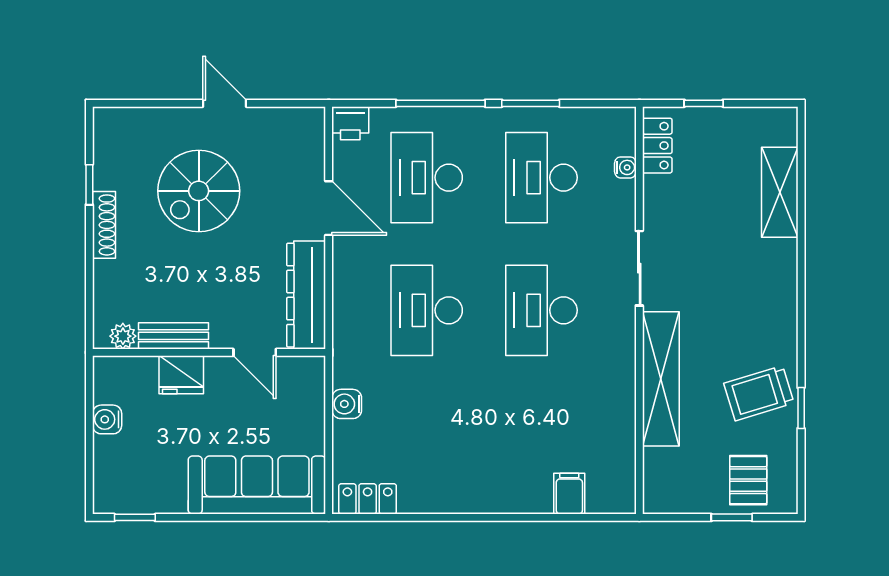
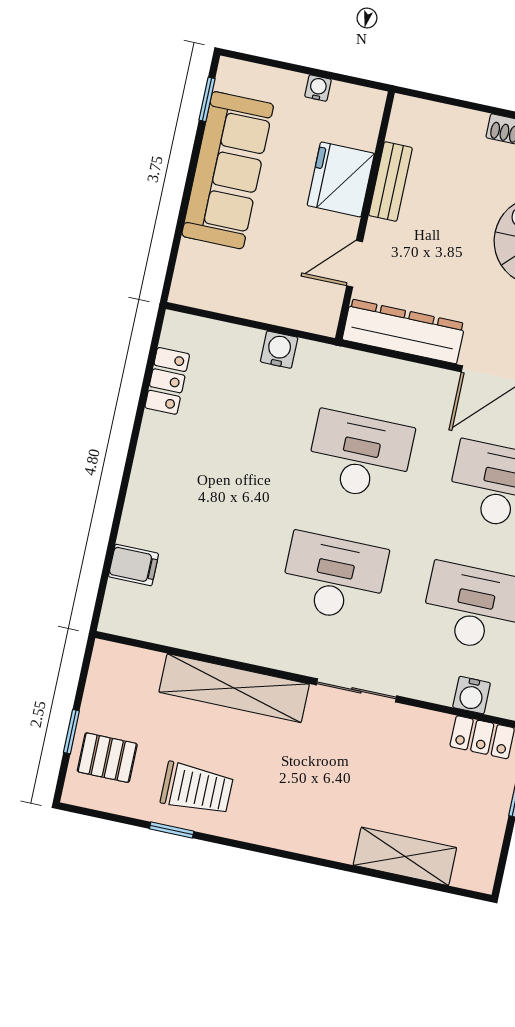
water cooler: (625, 167) -> (472, 695), width x1.38, depth x1.38
plant: (123, 336) -> (402, 128), removed
fridge: (181, 375) -> (341, 179), width x1.36, depth x1.34
trolley: (759, 393) -> (197, 789), turned 107
water cooler: (107, 419) -> (318, 88), width x0.72, depth x0.72
sofa: (257, 485) -> (228, 170), moved
locker: (368, 499) -> (167, 381), moved

